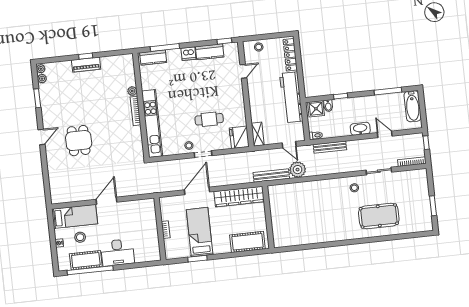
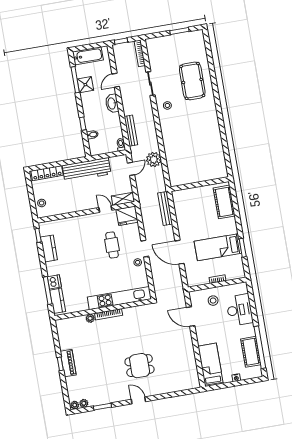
dishwasher: (188, 54) -> (54, 282), moved
door: (243, 71) -> (105, 209), moved
shower: (316, 109) -> (85, 85), moved
bench: (271, 176) -> (165, 209), moved
wardrobe: (239, 197) -> (182, 213), removed
door: (106, 201) -> (191, 317), moved
stool: (80, 237) -> (213, 301), moved
desk: (117, 252) -> (239, 310), moved

